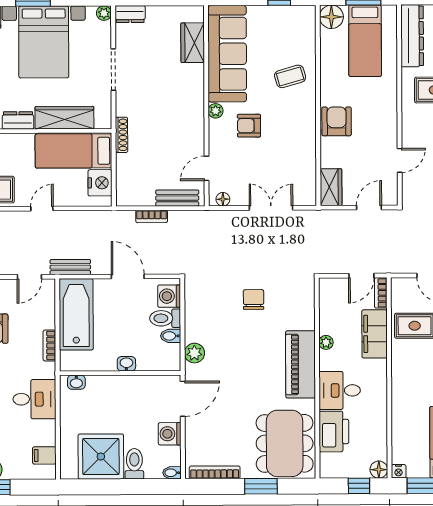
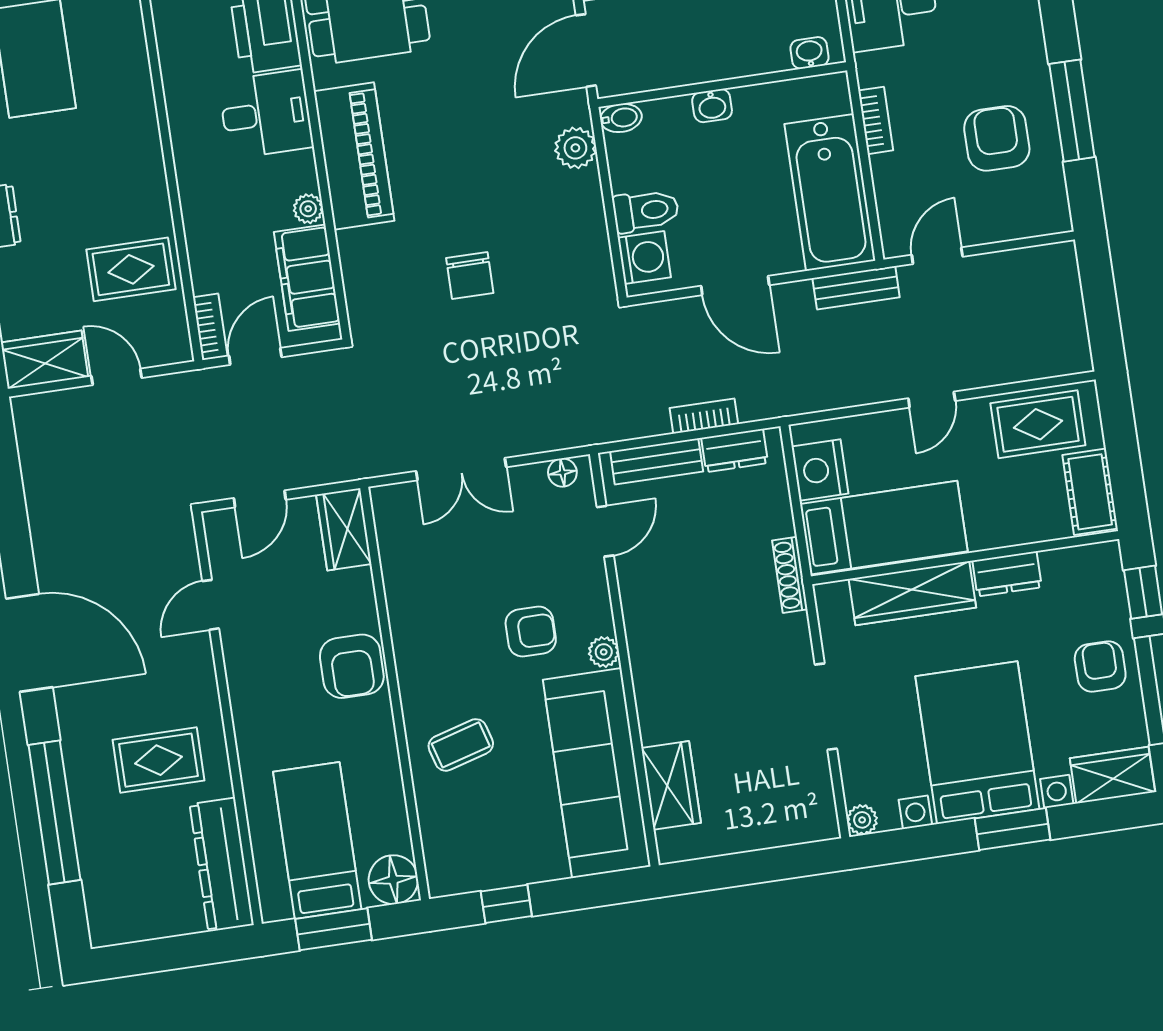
dresser: (130, 14) -> (735, 450), moved, turned 180
filing cabinet: (374, 334) -> (307, 278), moved, turned 180
bidet: (171, 336) -> (621, 118), moved

